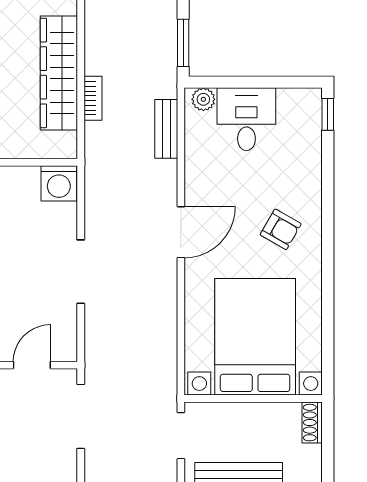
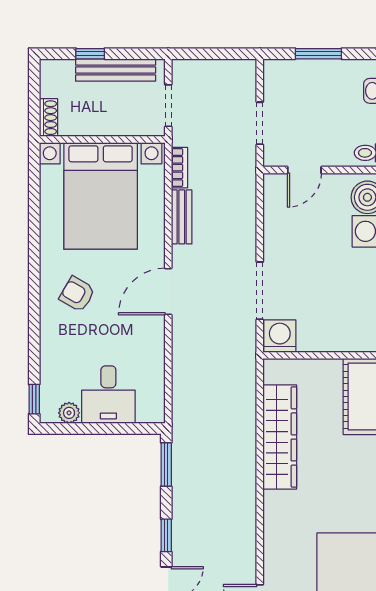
bookcase: (93, 98) -> (179, 168), moved, turned 180
plant: (203, 99) -> (69, 413), moved
bench: (166, 129) -> (182, 217), moved
doorway: (81, 272) -> (260, 291), moved
doorway: (81, 416) -> (260, 123), width x0.73

